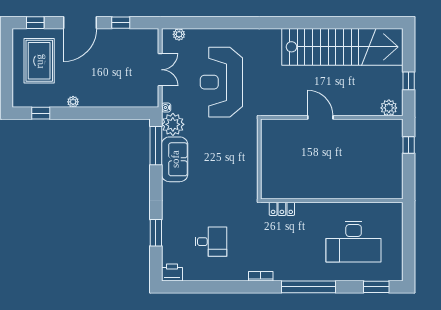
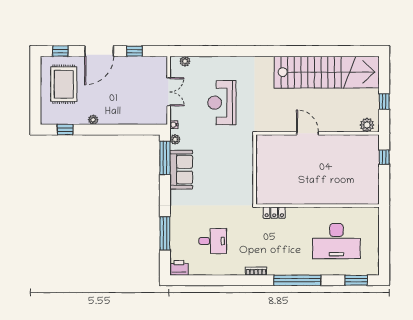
reception desk: (221, 82) -> (222, 103), width x0.74, depth x0.77
plant: (173, 124) -> (175, 139), width x0.53, depth x0.53
window: (156, 233) -> (165, 233), width x1.44

